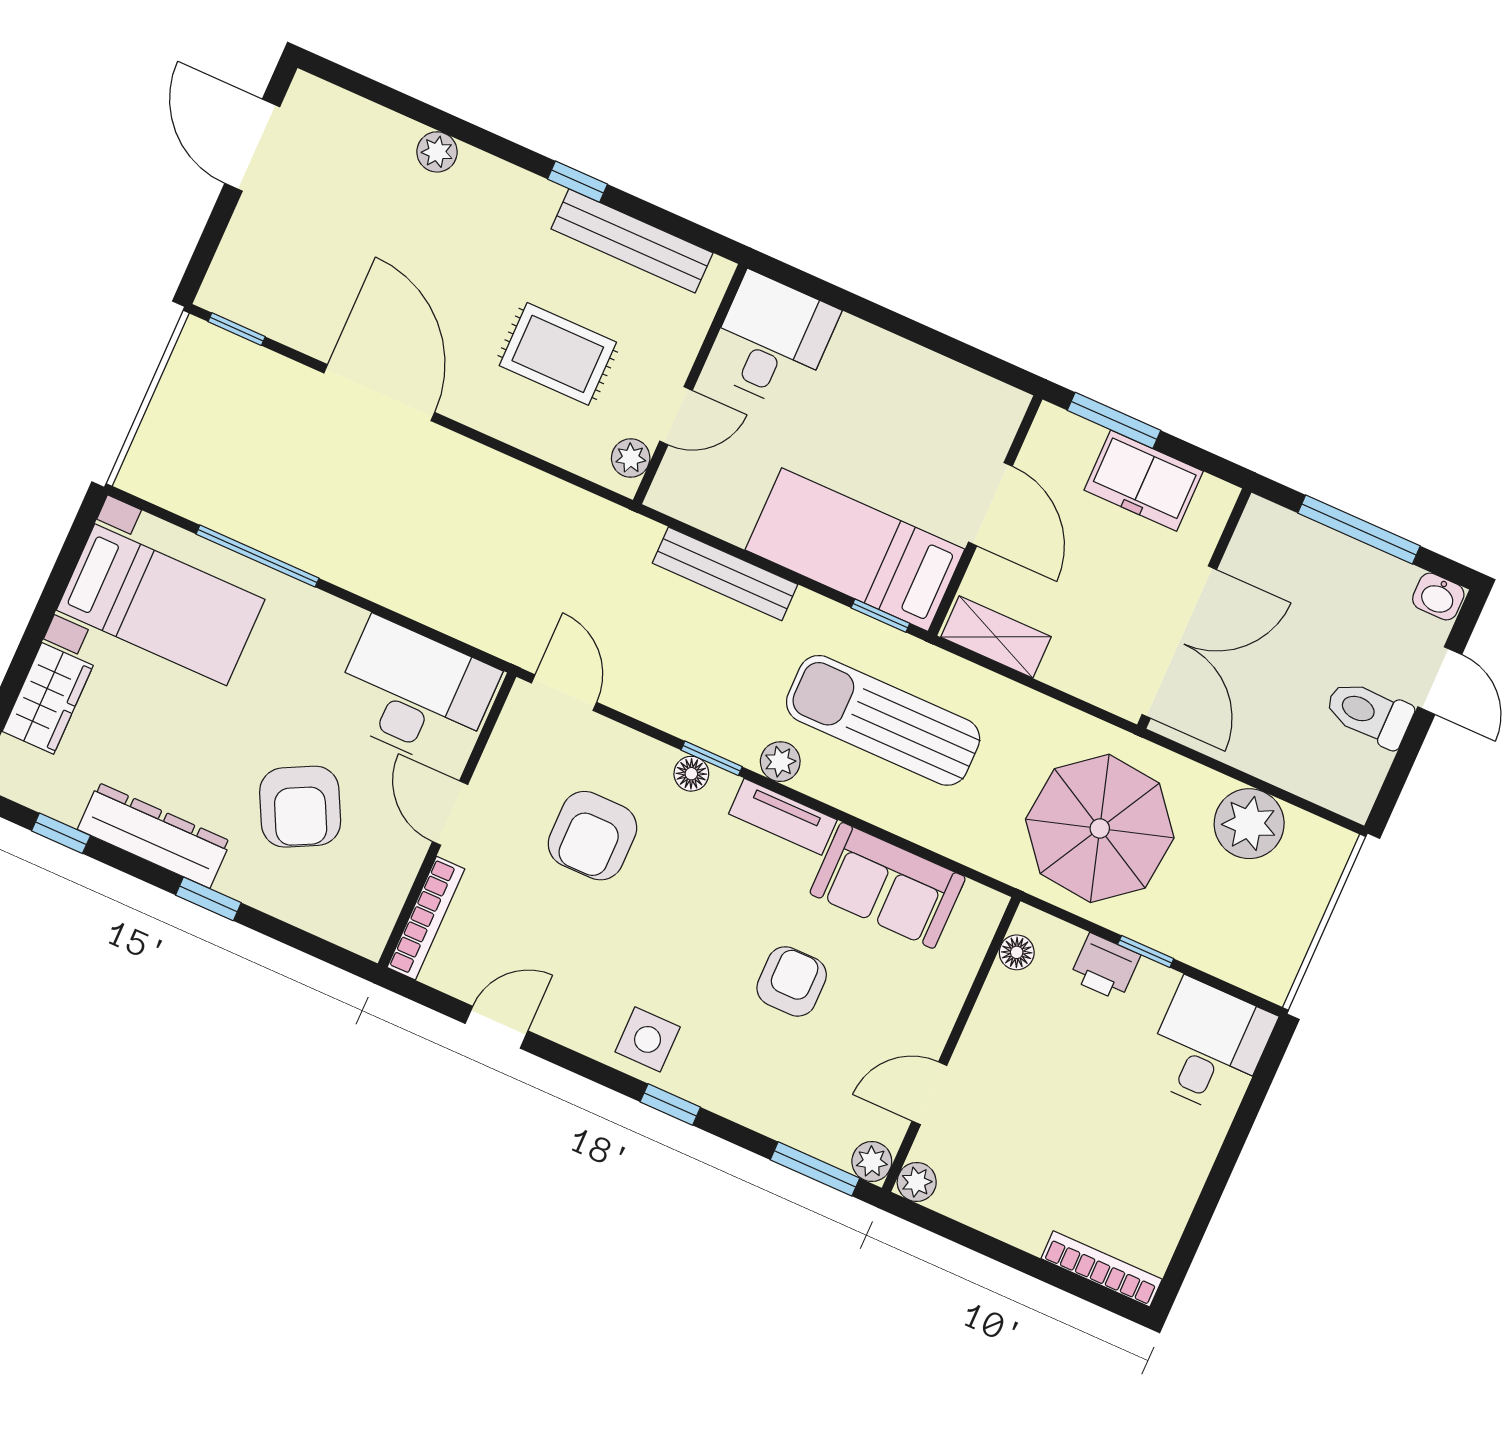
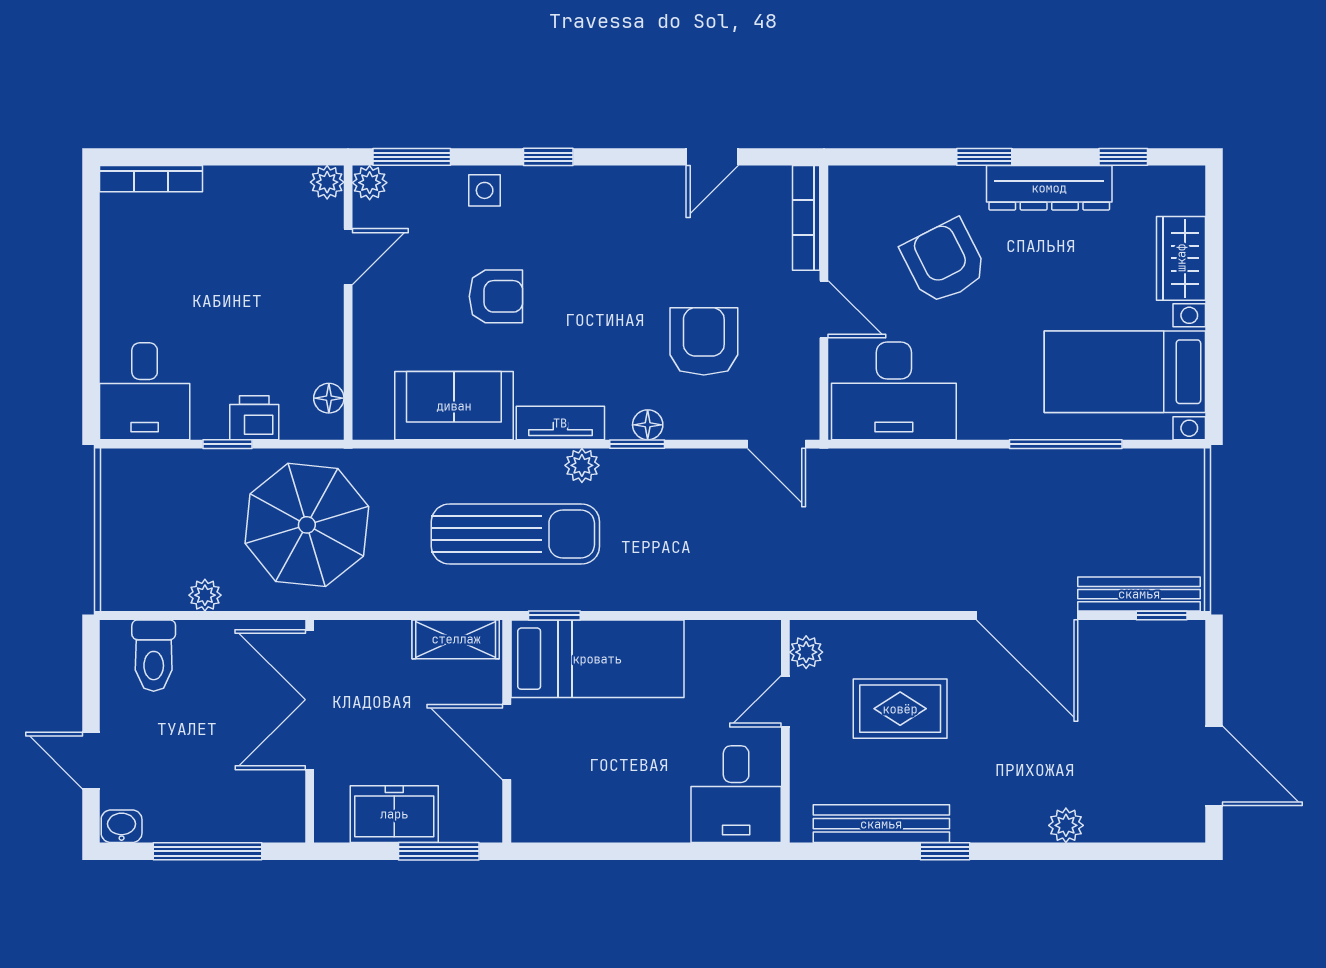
bench: (725, 574) -> (1139, 594), moved
toilet: (1369, 713) -> (154, 656), moved, turned 90
plant: (1249, 824) -> (205, 595), width x0.53, depth x0.53
armchair: (792, 981) -> (496, 296), turned -90
side table: (648, 1039) -> (485, 190), moved, width x0.73, depth x0.73

